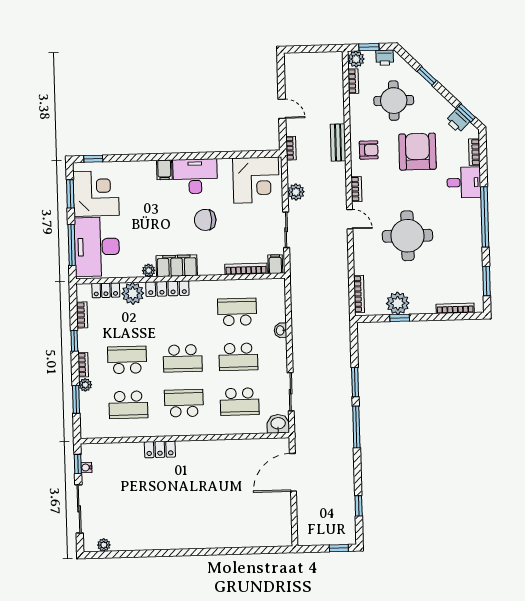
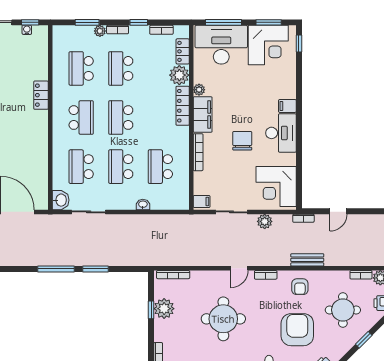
armchair: (417, 152) -> (297, 330), turned -90
bookcase: (246, 269) -> (198, 152), moved
school desk: (237, 312) -> (160, 167), turned 180
school desk: (127, 360) -> (121, 68), turned 180

